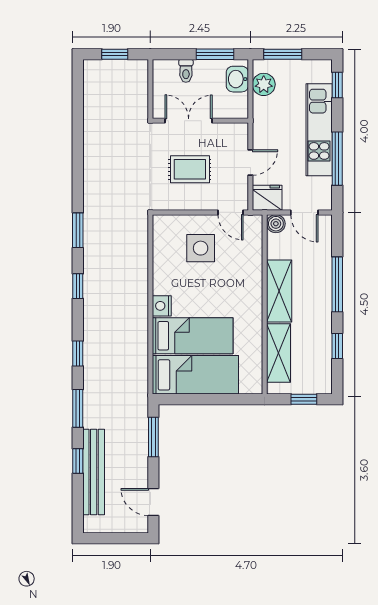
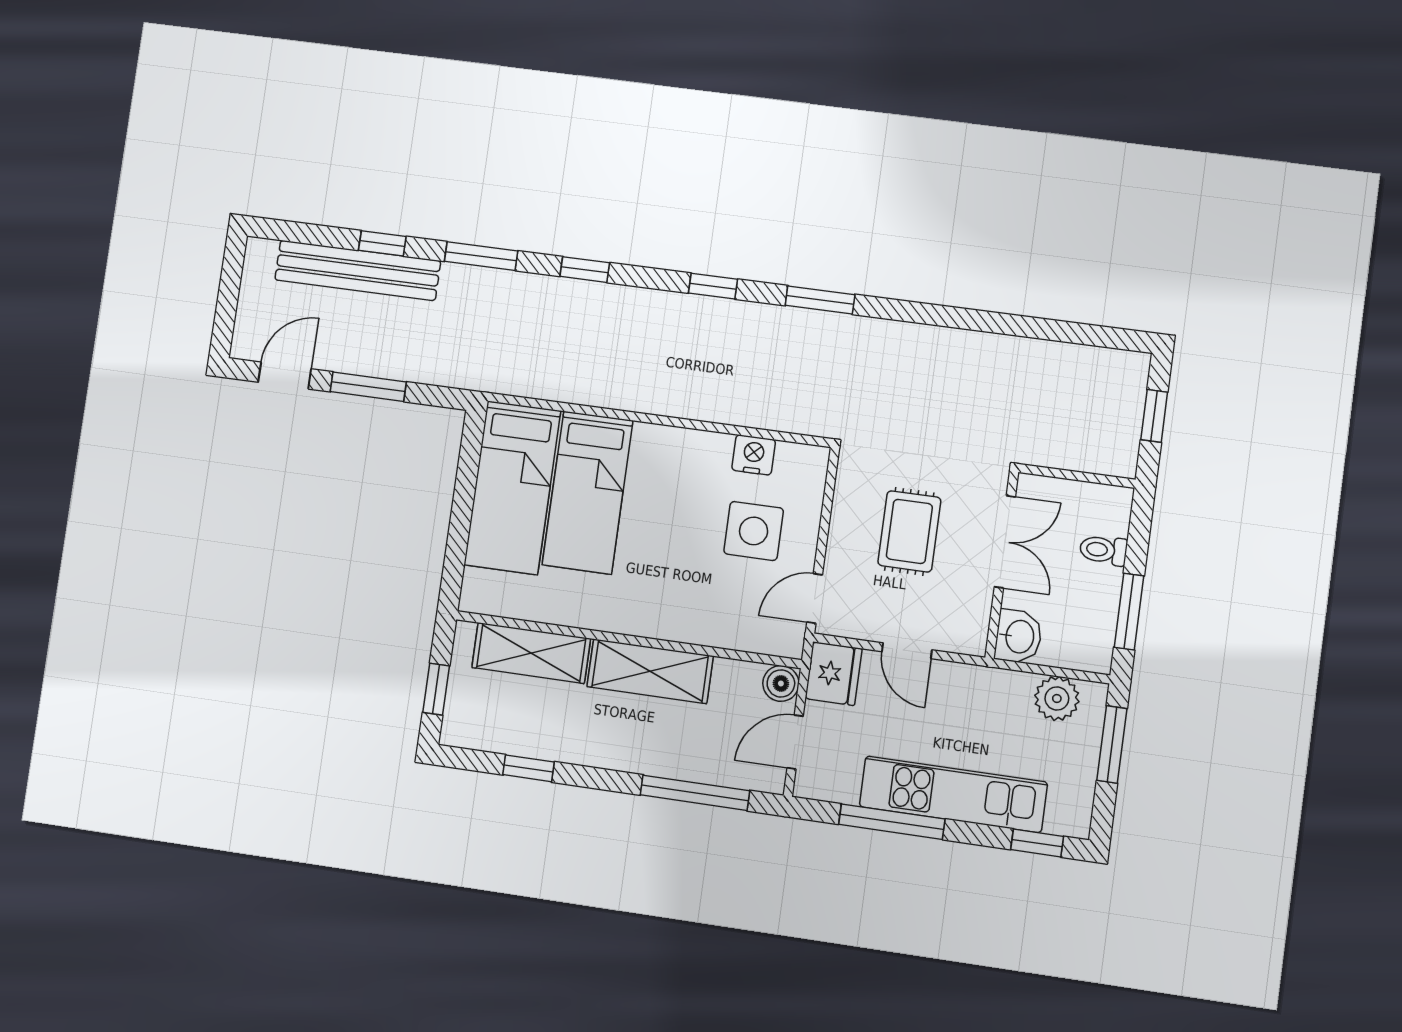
washbasin: (237, 79) -> (1019, 637), moved, turned 90
window: (337, 284) -> (695, 793), moved
nightstand: (162, 306) -> (754, 455), moved
window: (153, 437) -> (368, 387), moved

